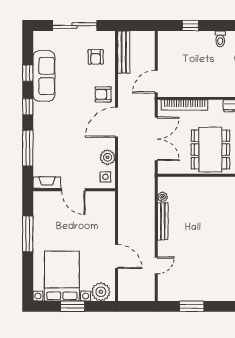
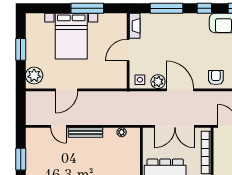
door: (116, 122) -> (180, 90), moved
bench: (163, 221) -> (86, 132), moved
bed with nightstands: (62, 276) -> (71, 36), moved, turned 90

